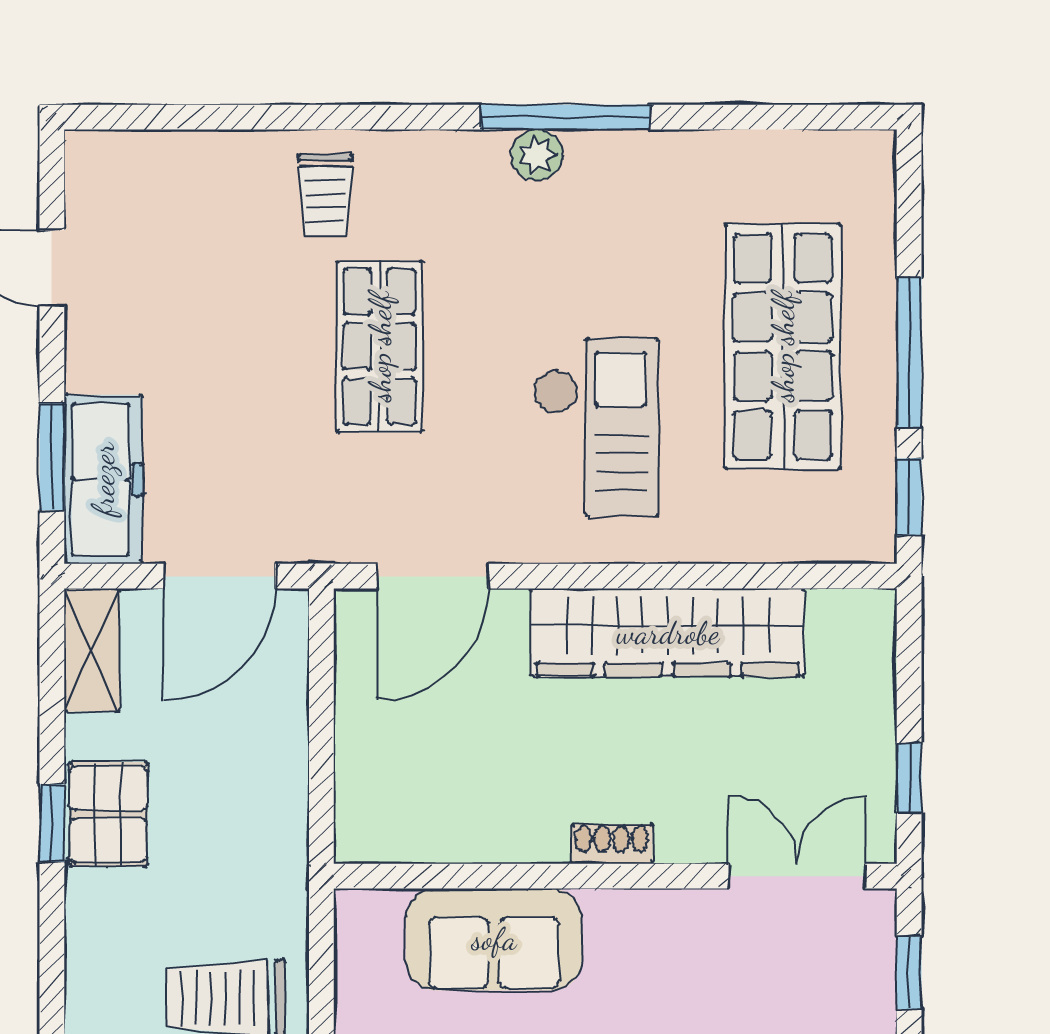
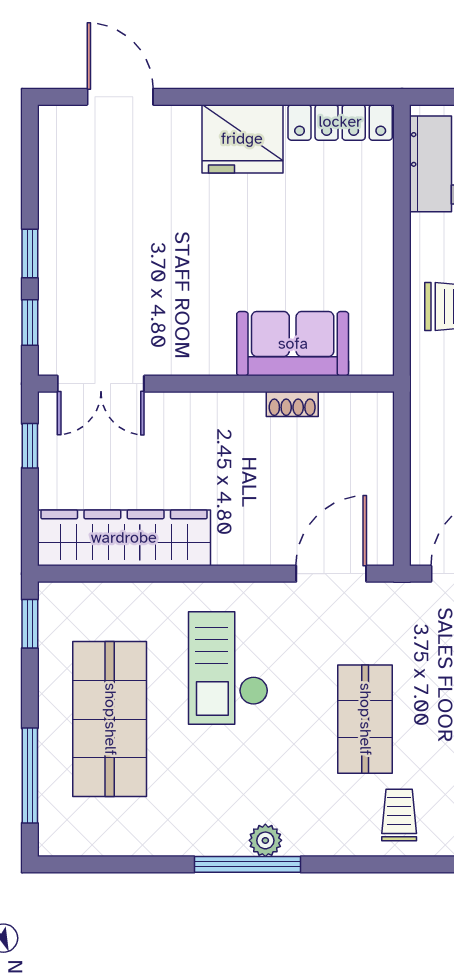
window: (909, 352) -> (30, 776), moved
wardrobe: (668, 633) -> (124, 538), moved
shoe rack: (612, 844) -> (292, 404), moved

